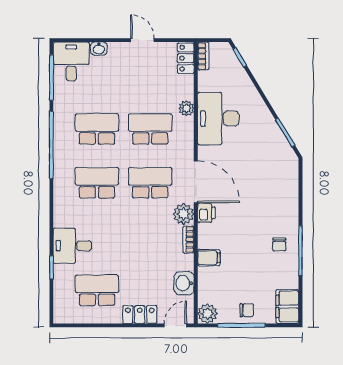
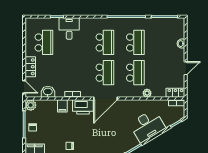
desk: (71, 61) -> (174, 28), removed
desk: (218, 119) -> (147, 126), moved, turned 149
printer: (206, 213) -> (83, 107), width x1.87, depth x1.48
plant: (184, 214) -> (87, 92), removed

